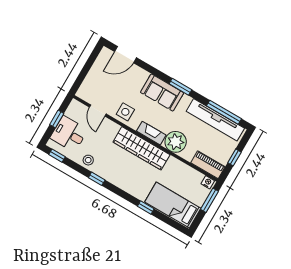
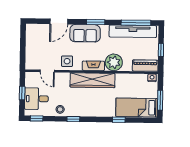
door: (126, 55) -> (59, 21), moved
window: (209, 200) -> (160, 100), moved

